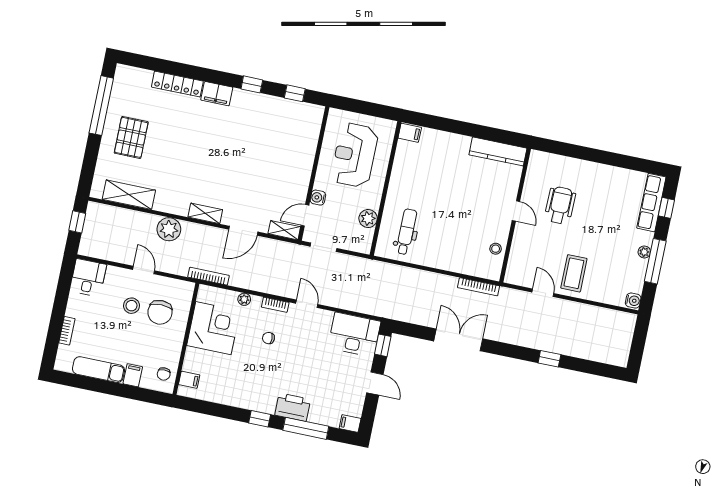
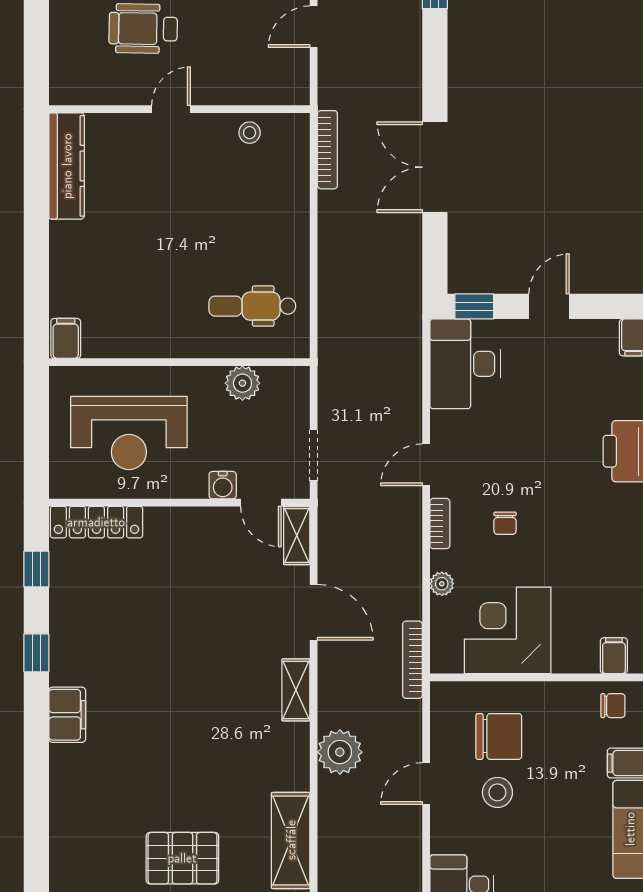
locker: (177, 84) -> (96, 522), moved, turned 90

